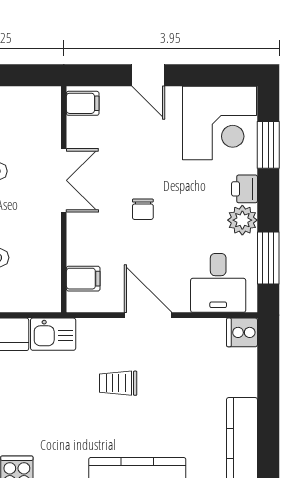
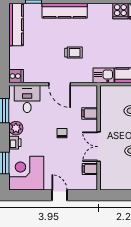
filing cabinet: (83, 103) -> (90, 169), moved
filing cabinet: (83, 279) -> (90, 113), moved

